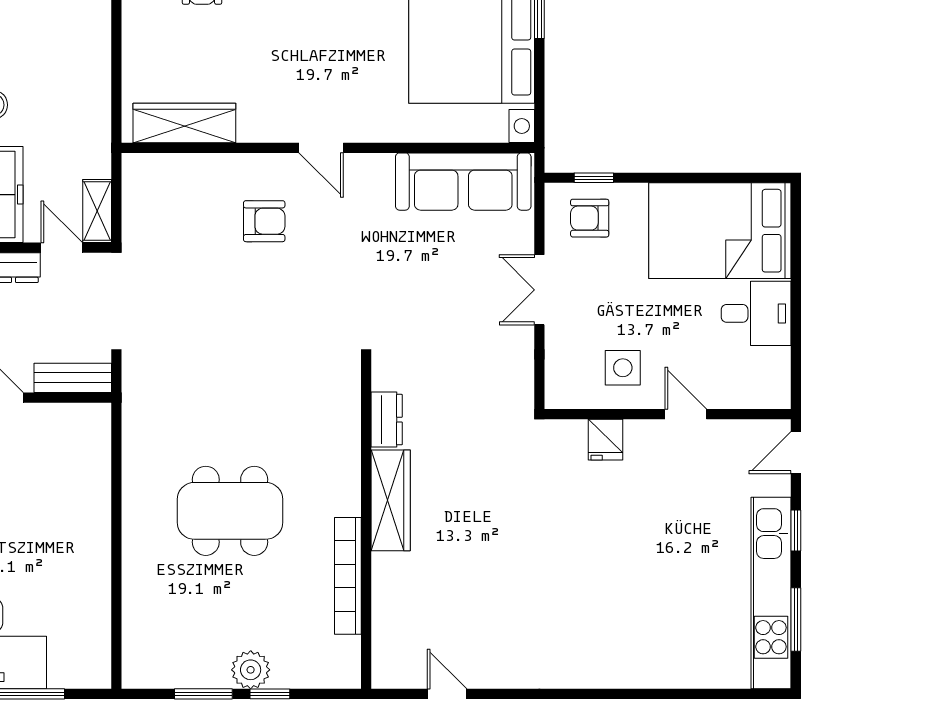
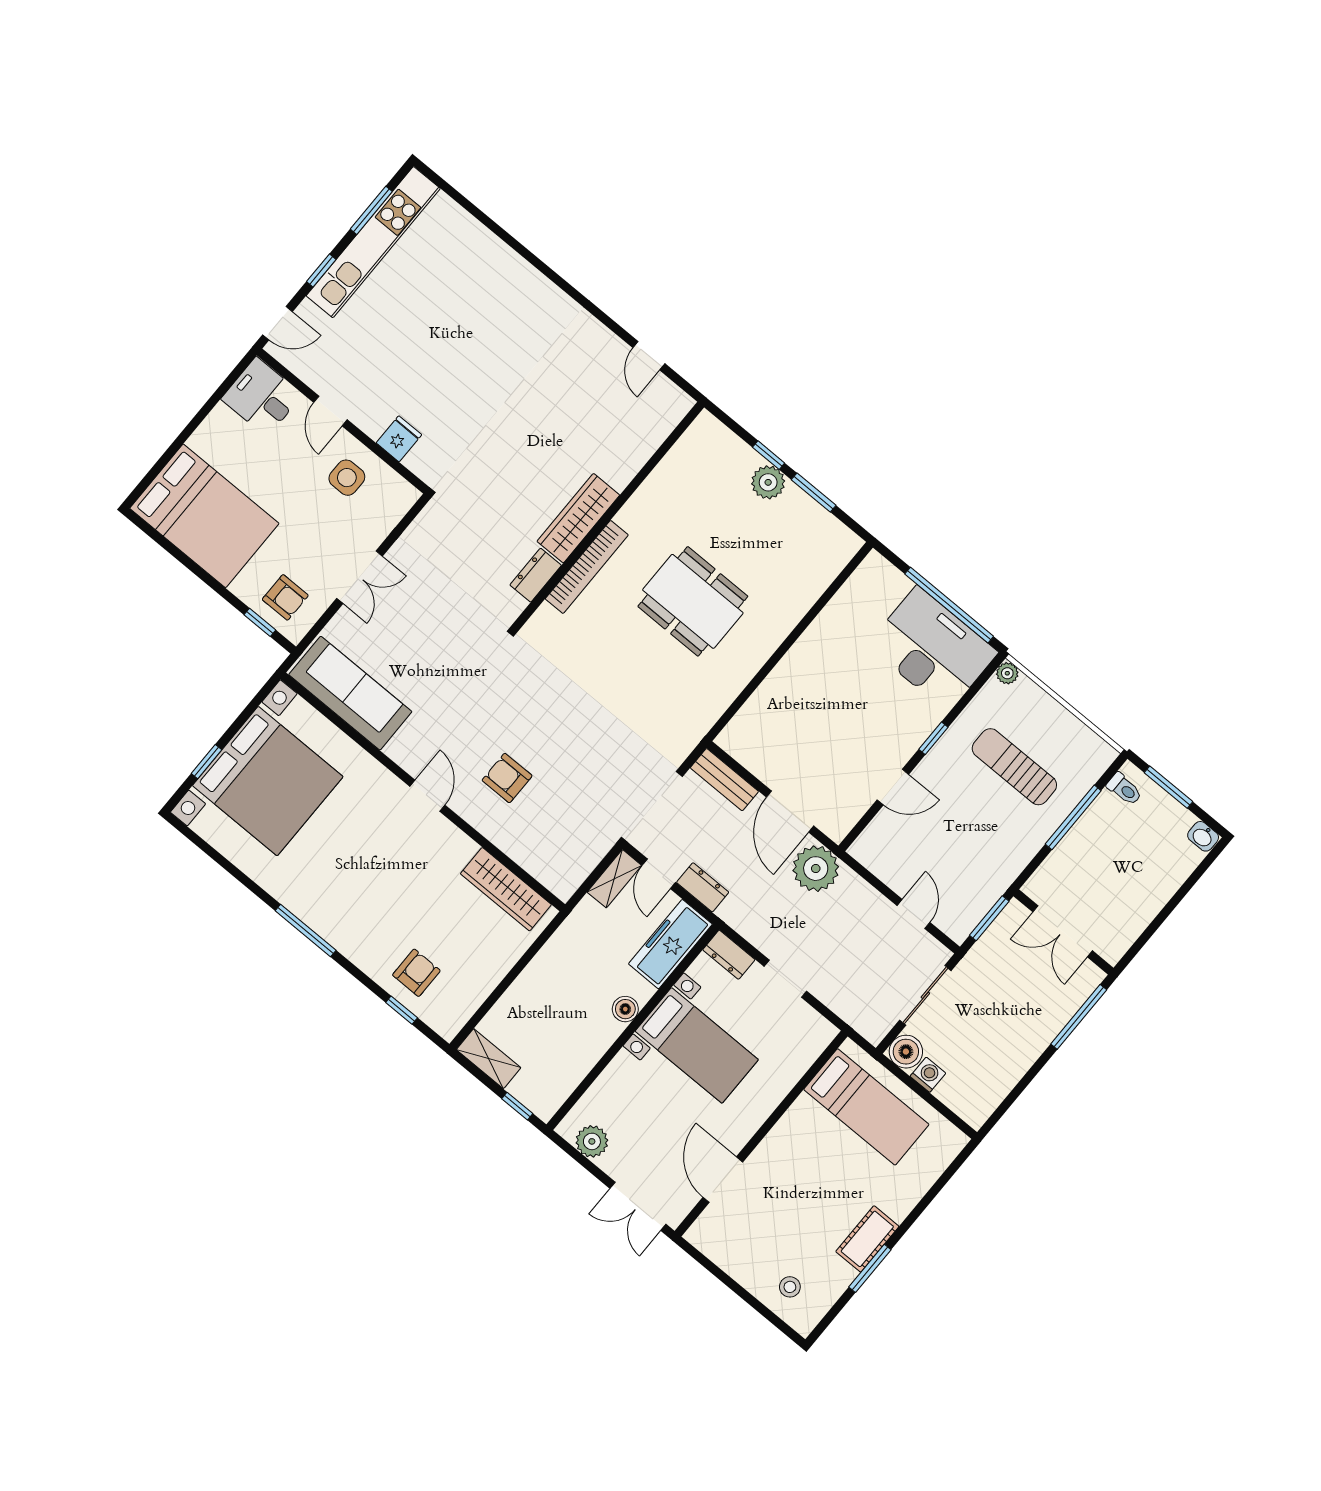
desk: (756, 313) -> (262, 397), moved
bookcase: (348, 576) -> (587, 567), moved

